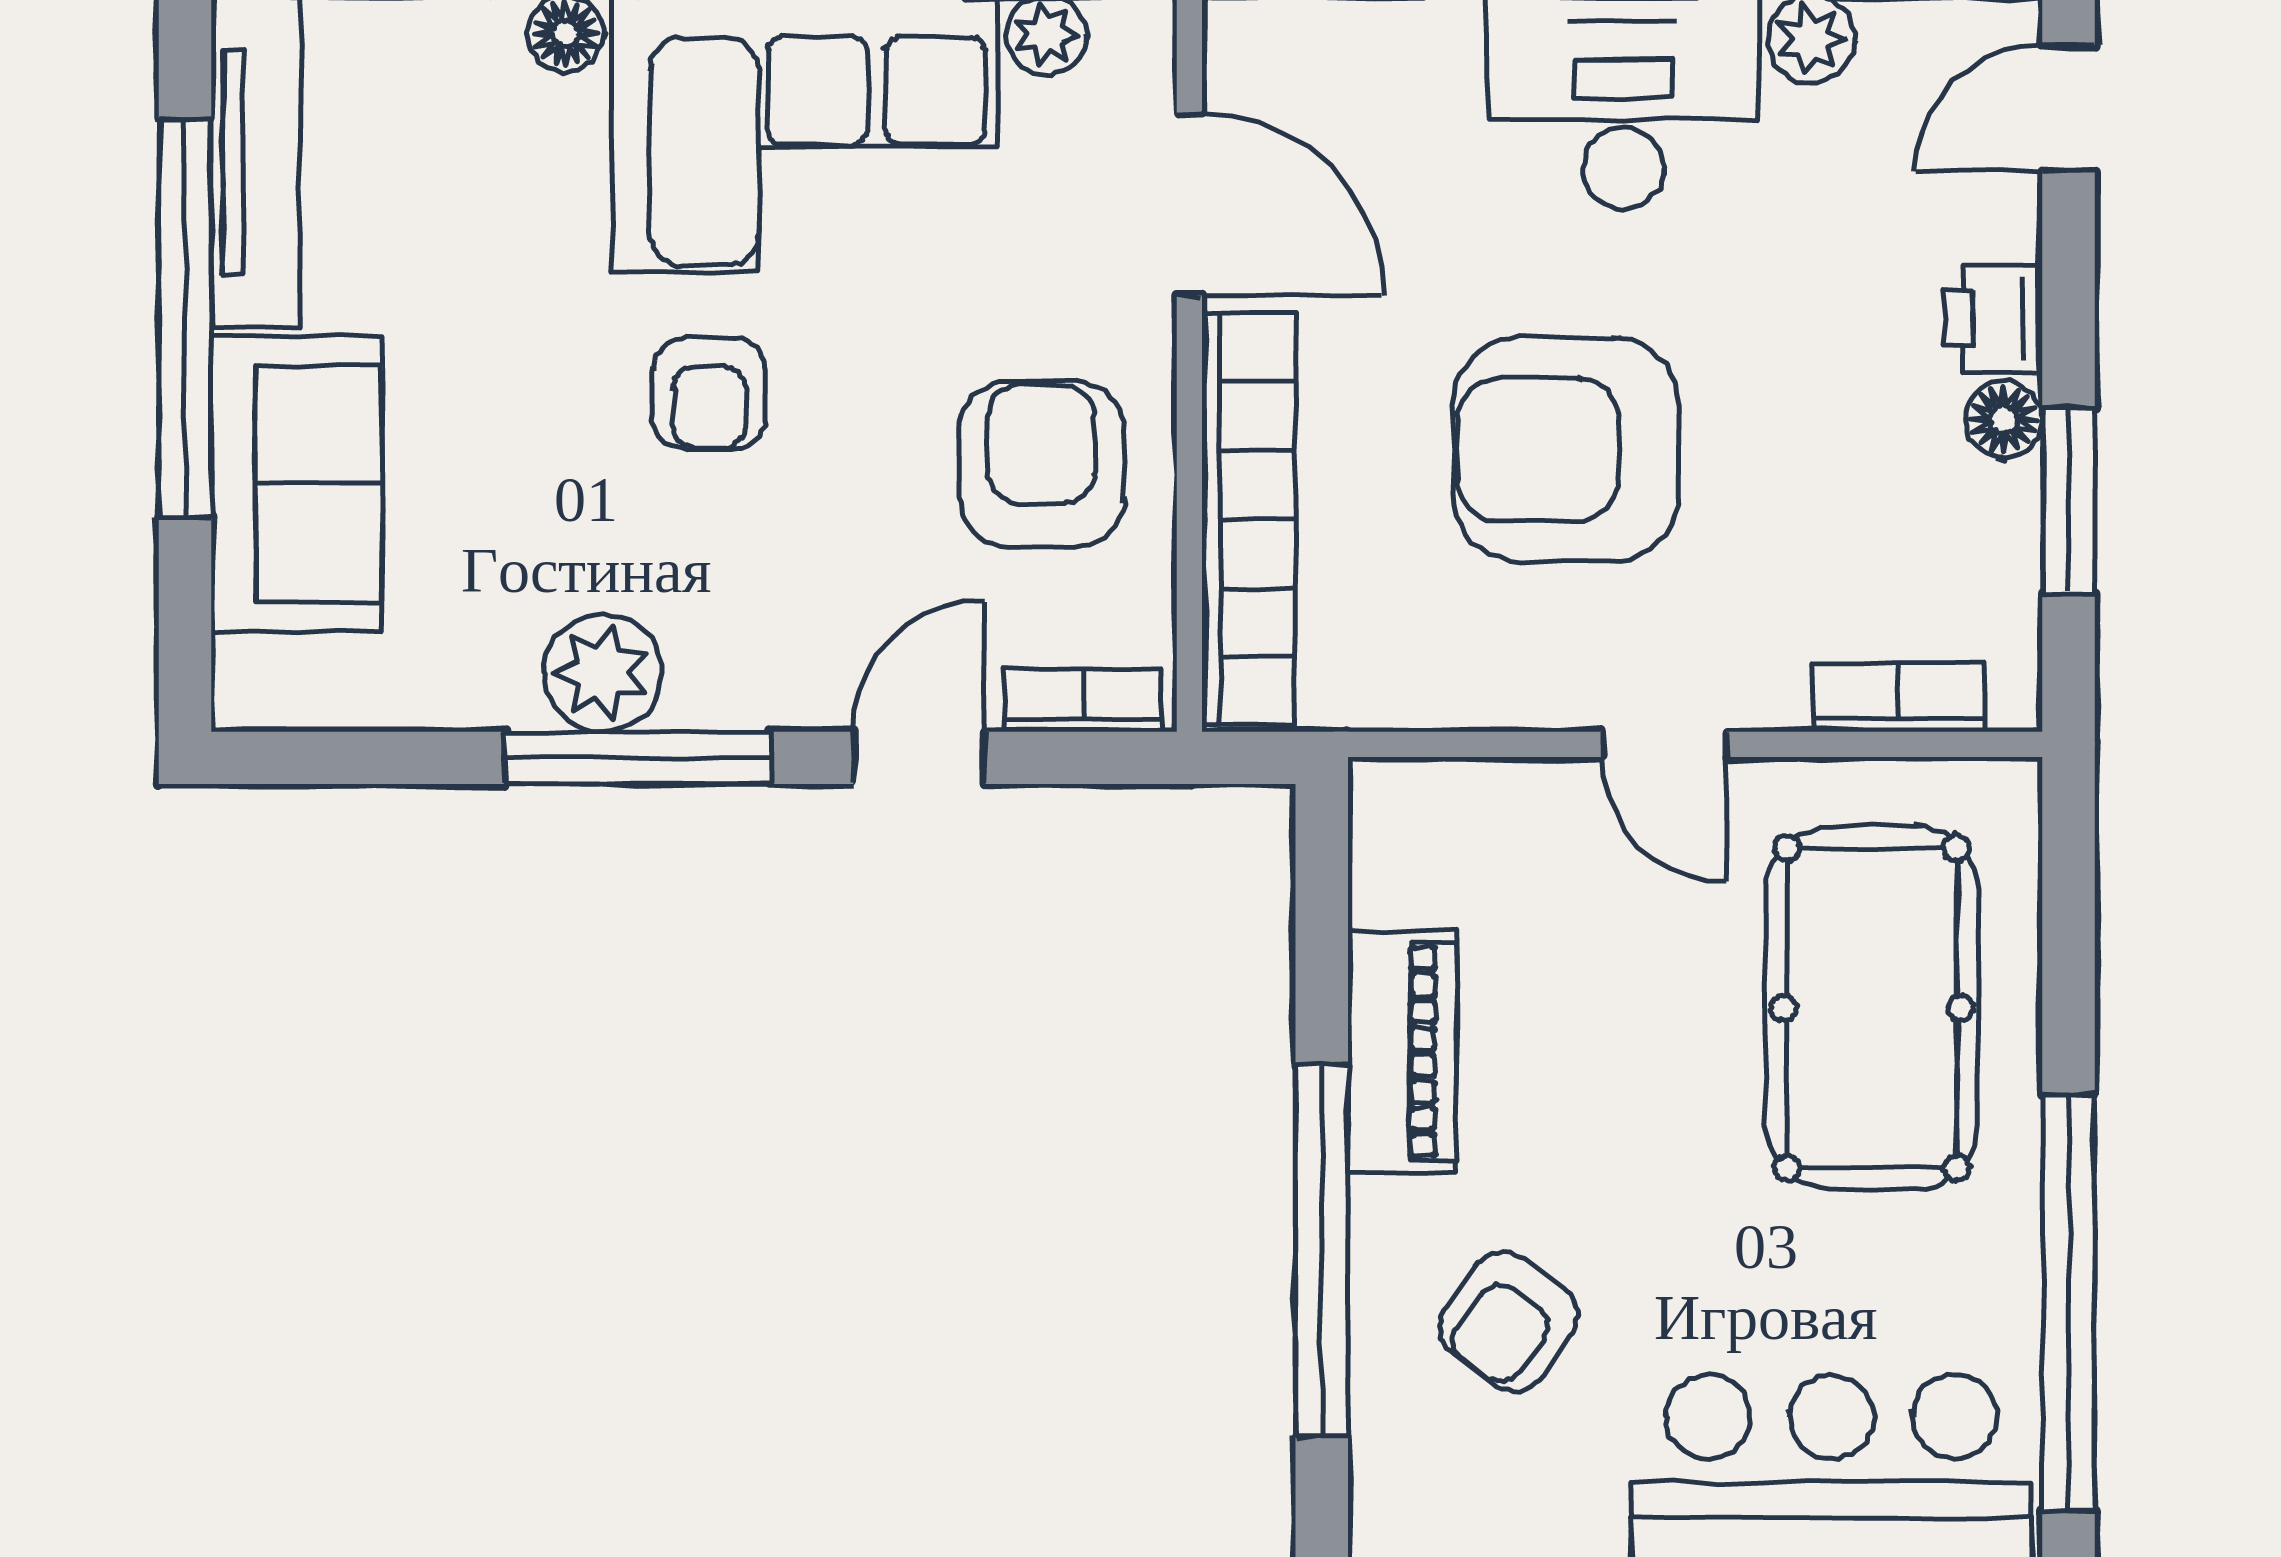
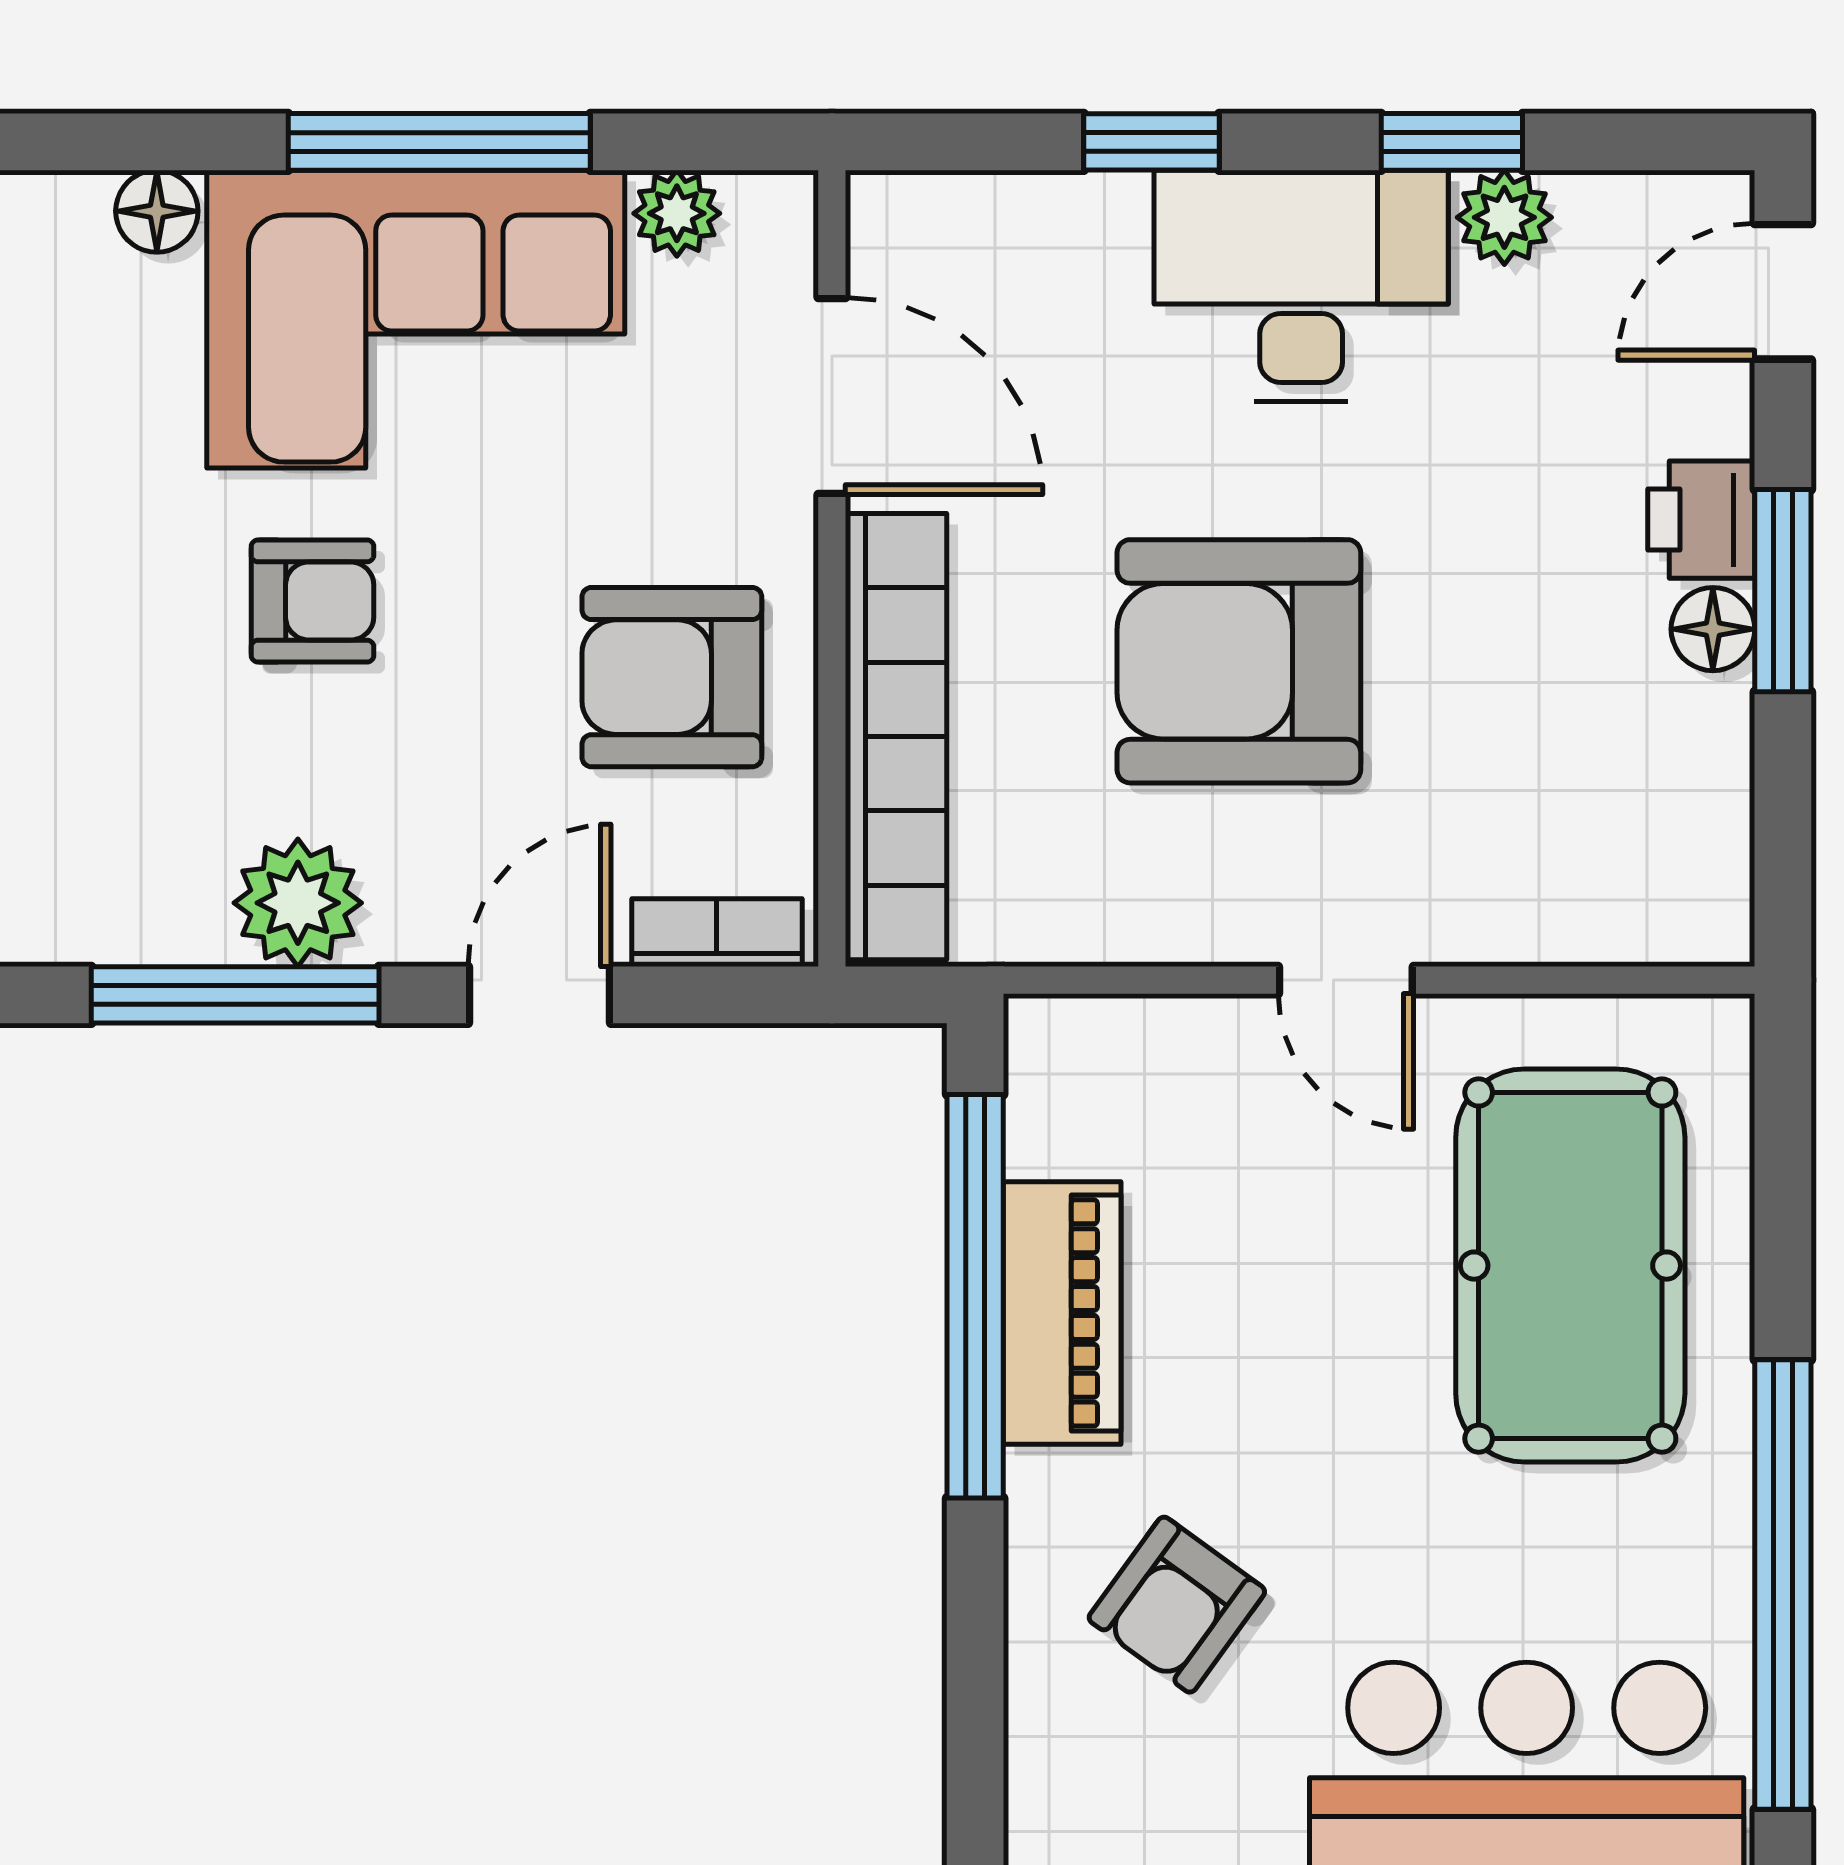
armchair: (709, 394) -> (313, 601), turned -90
armchair: (1042, 464) -> (672, 677), turned -90
window: (2068, 501) -> (1783, 591), moved
plant: (603, 673) -> (298, 903), moved
bookcase: (1899, 698) -> (1600, 930), removed
window: (1322, 1250) -> (975, 1296), moved

